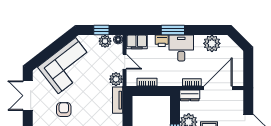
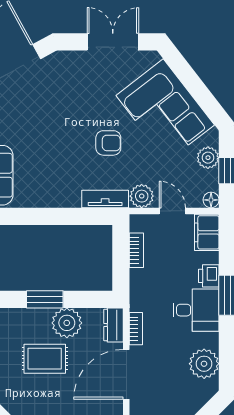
plant: (105, 41) -> (208, 158), moved
door: (125, 62) -> (172, 211), swing flipped
door: (218, 88) -> (126, 374), swing flipped
armchair: (64, 110) -> (108, 143), moved

